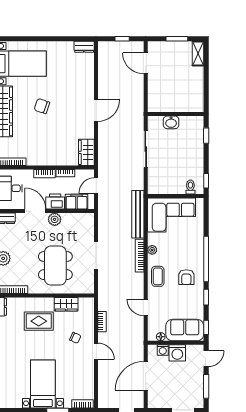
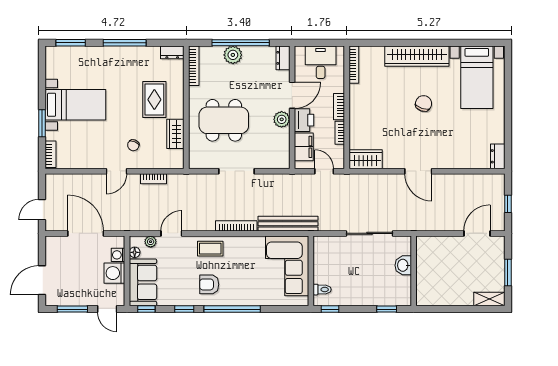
plant: (152, 250) -> (151, 242), moved

